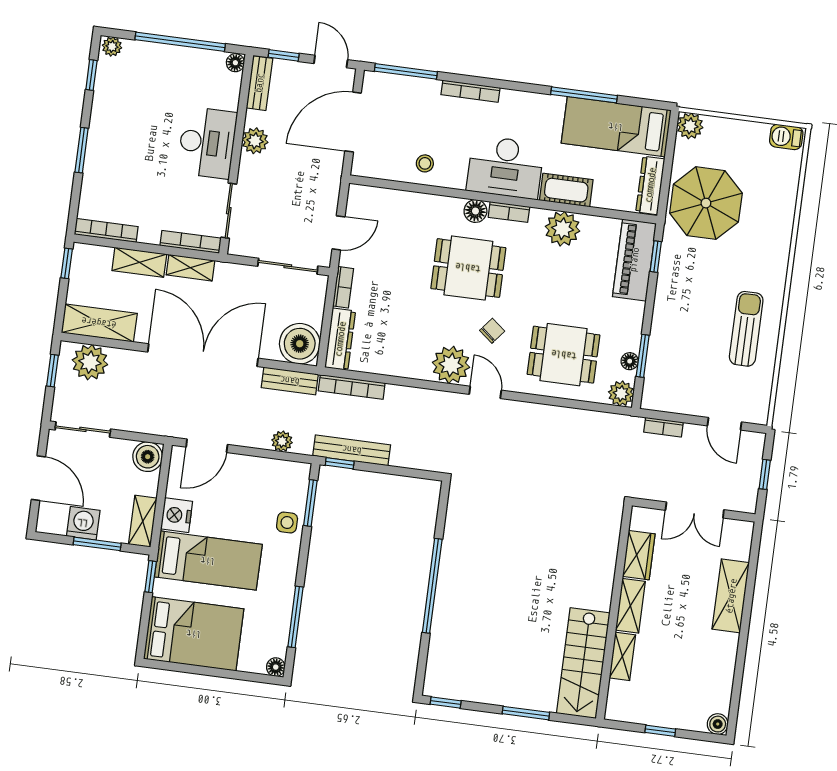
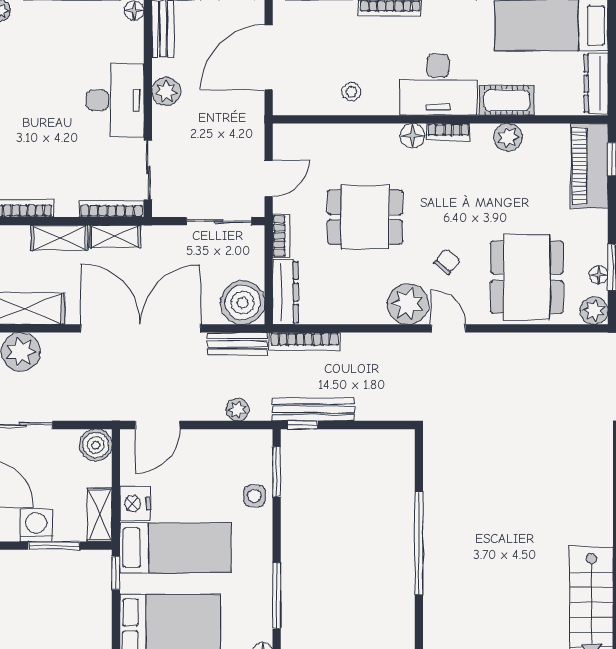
plant: (562, 229) -> (508, 137), width x0.73, depth x0.73
dining table: (468, 268) -> (365, 217), moved
dining table: (564, 355) -> (527, 277), width x1.38

